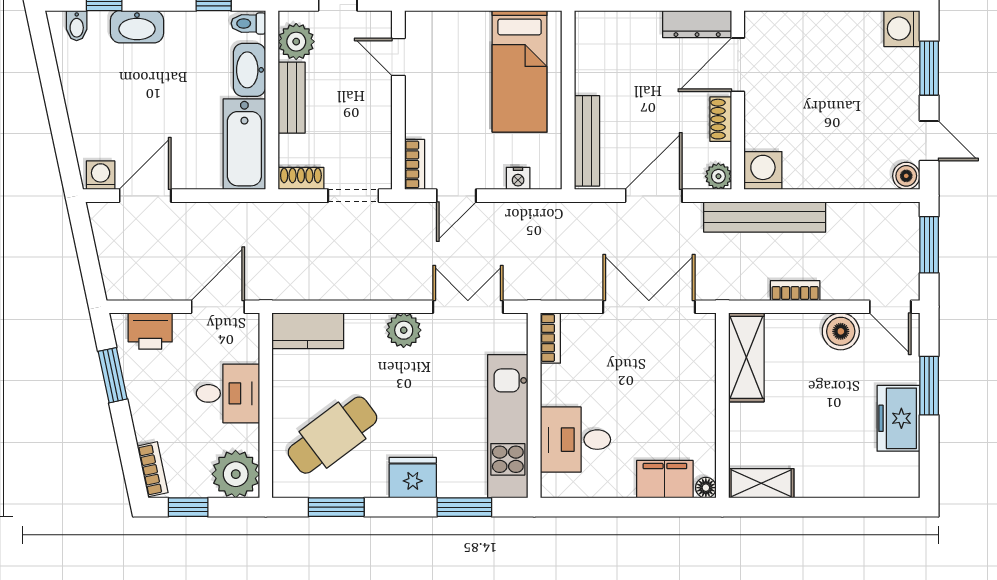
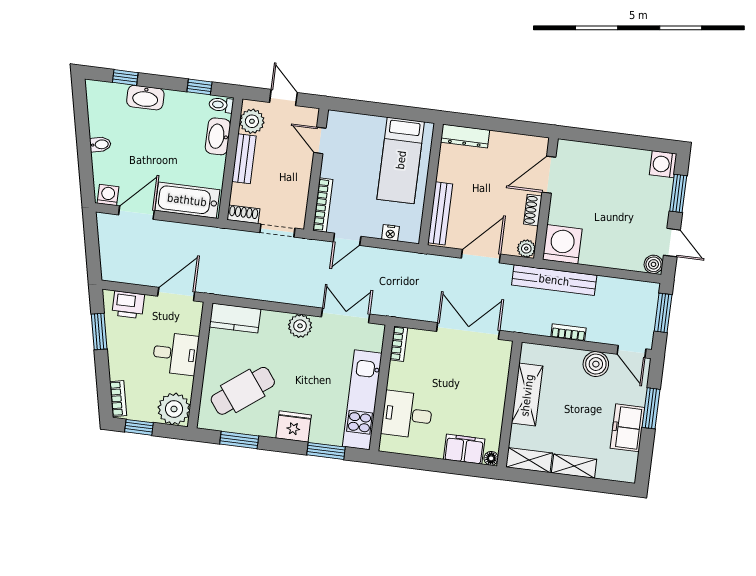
dresser: (697, 24) -> (465, 136), moved
bidet: (77, 26) -> (100, 144), moved, turned -102
bathtub: (244, 144) -> (187, 200), moved, turned 90
bookcase: (415, 164) -> (323, 205), width x1.56
washing machine: (763, 170) -> (562, 244), width x1.37, depth x1.37
shelving: (746, 357) -> (527, 395), moved
shelving: (828, 484) -> (574, 466), added

